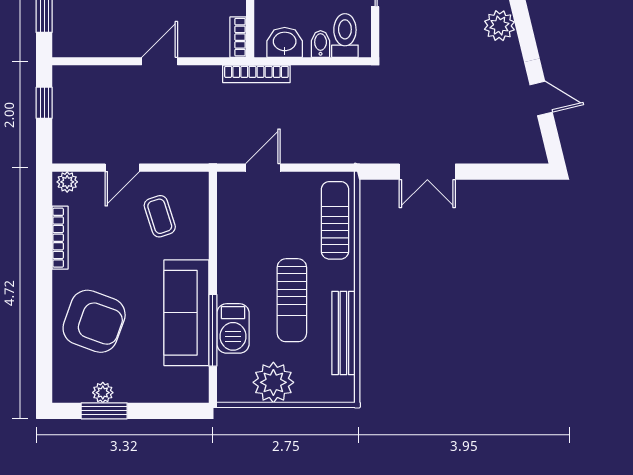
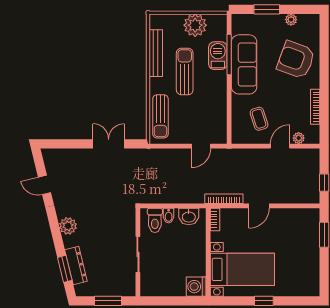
bookcase: (256, 74) -> (224, 199), moved
plant: (67, 182) -> (299, 138), moved
window: (104, 411) -> (267, 9), moved

